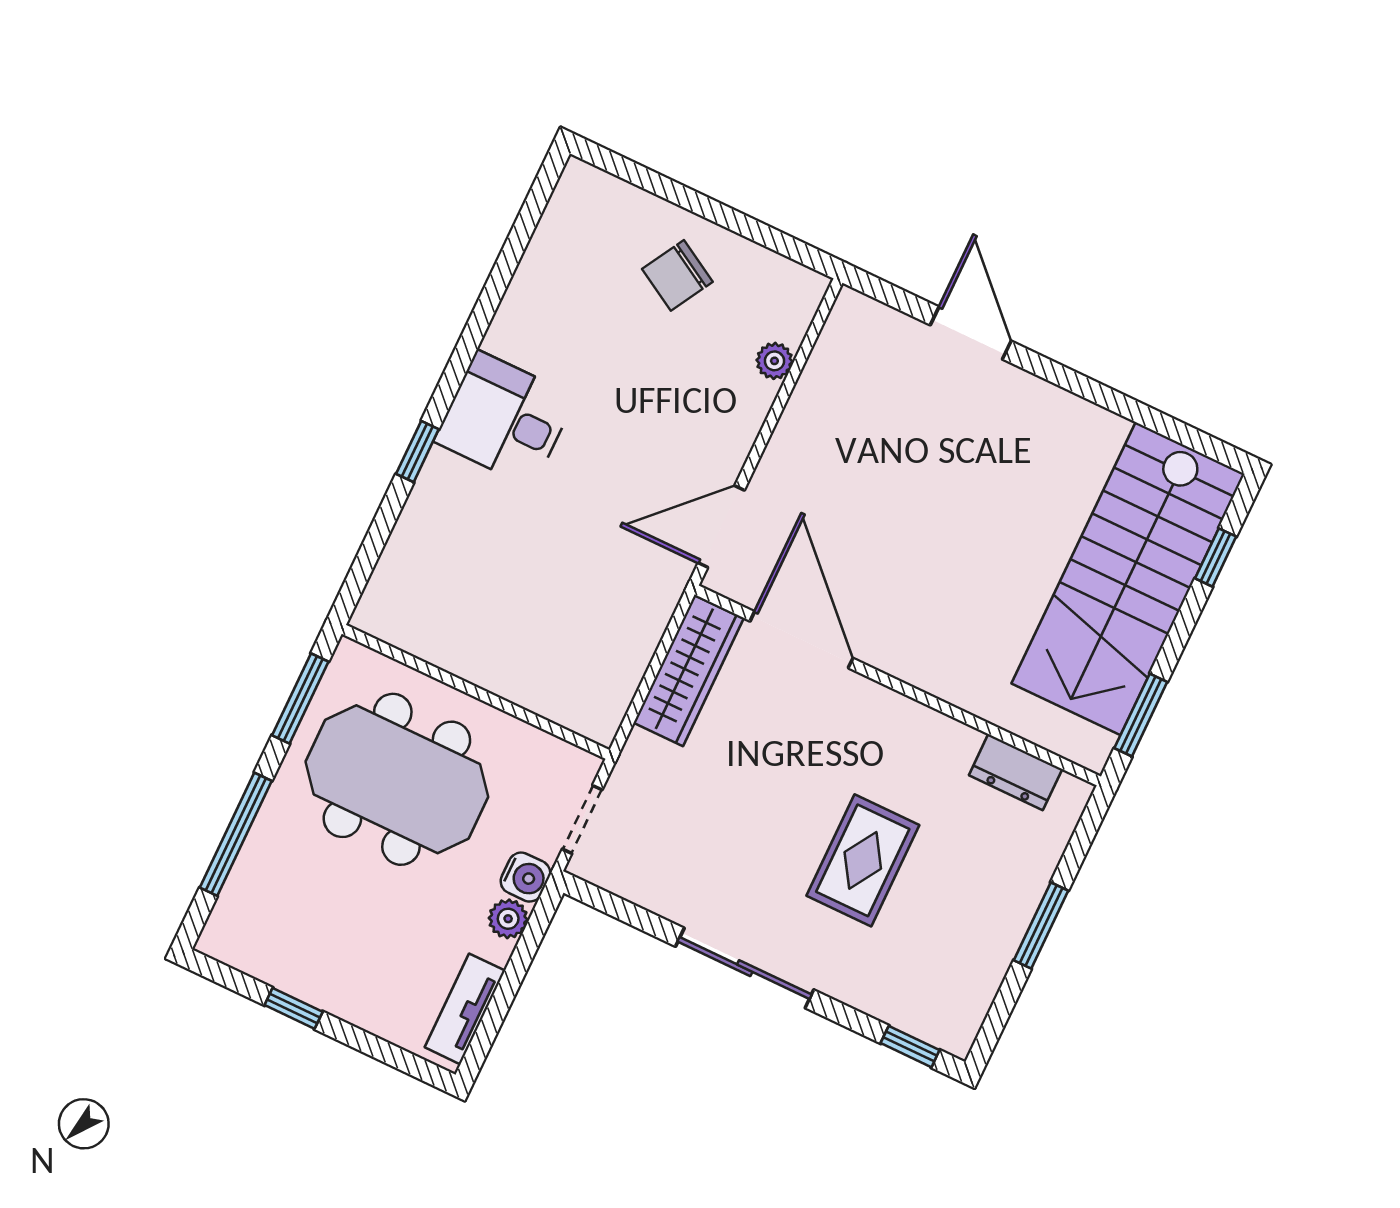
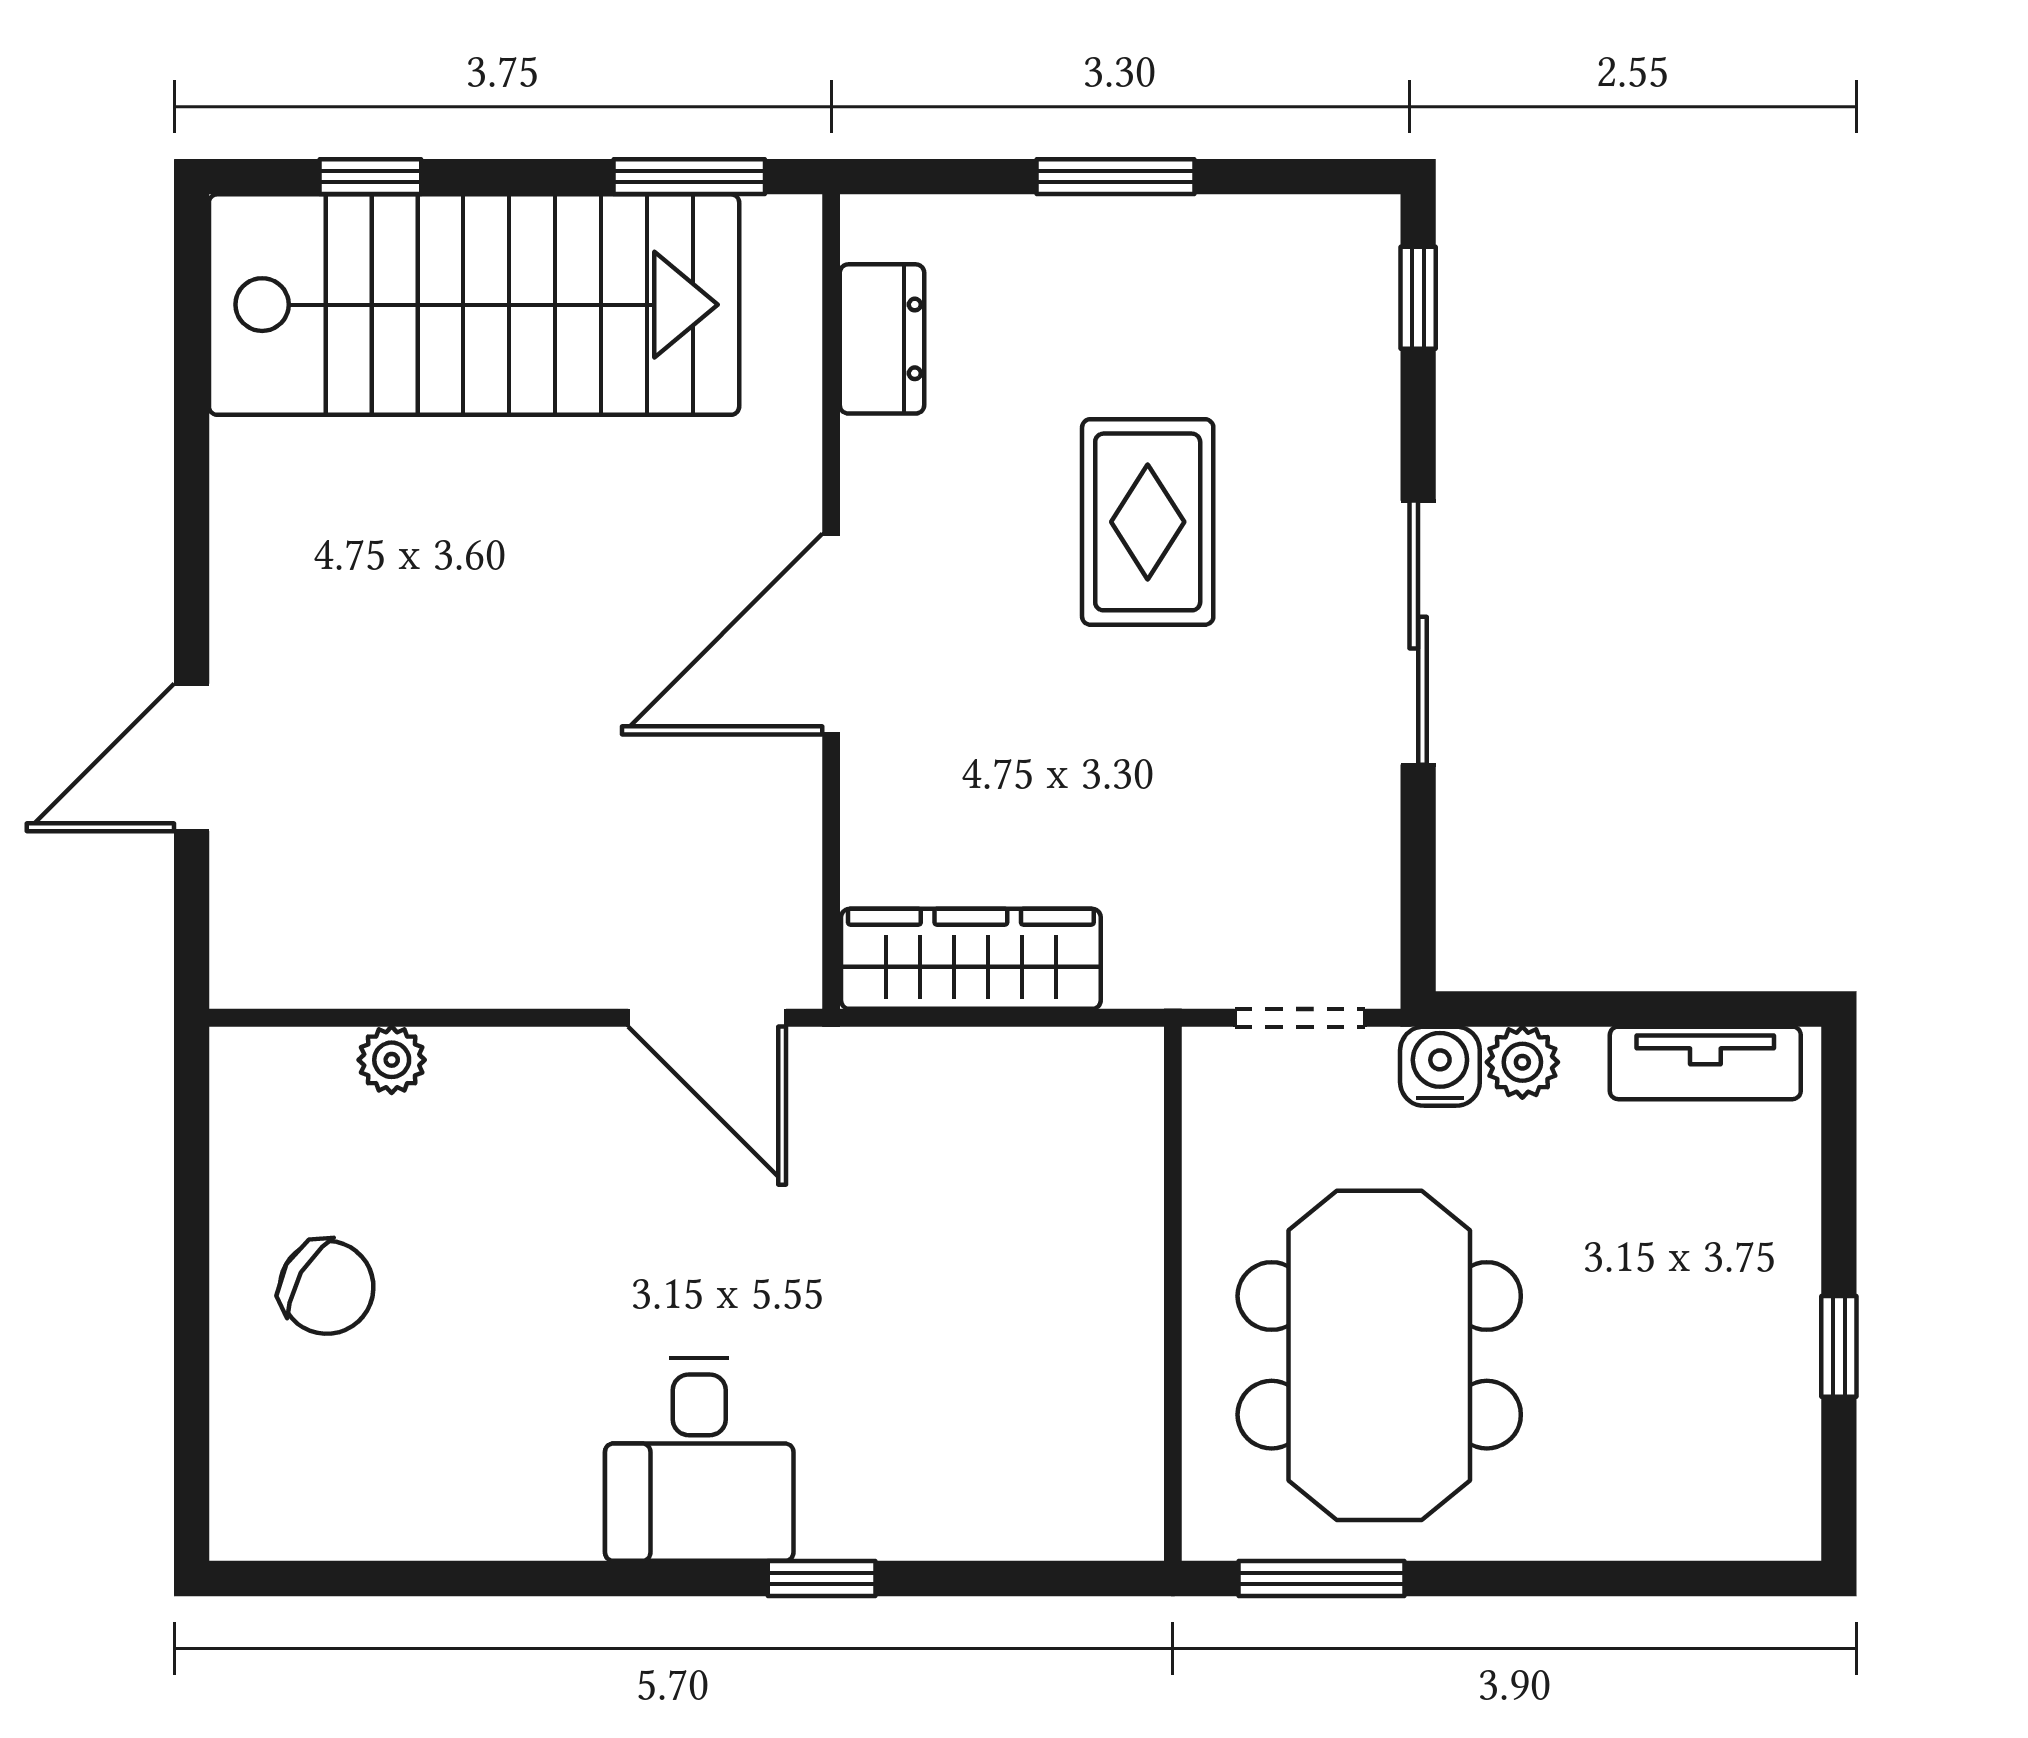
door: (801, 640) -> (831, 634), moved
window: (236, 834) -> (1596, 1579), removed
rug: (863, 860) -> (1148, 522), turned 90

